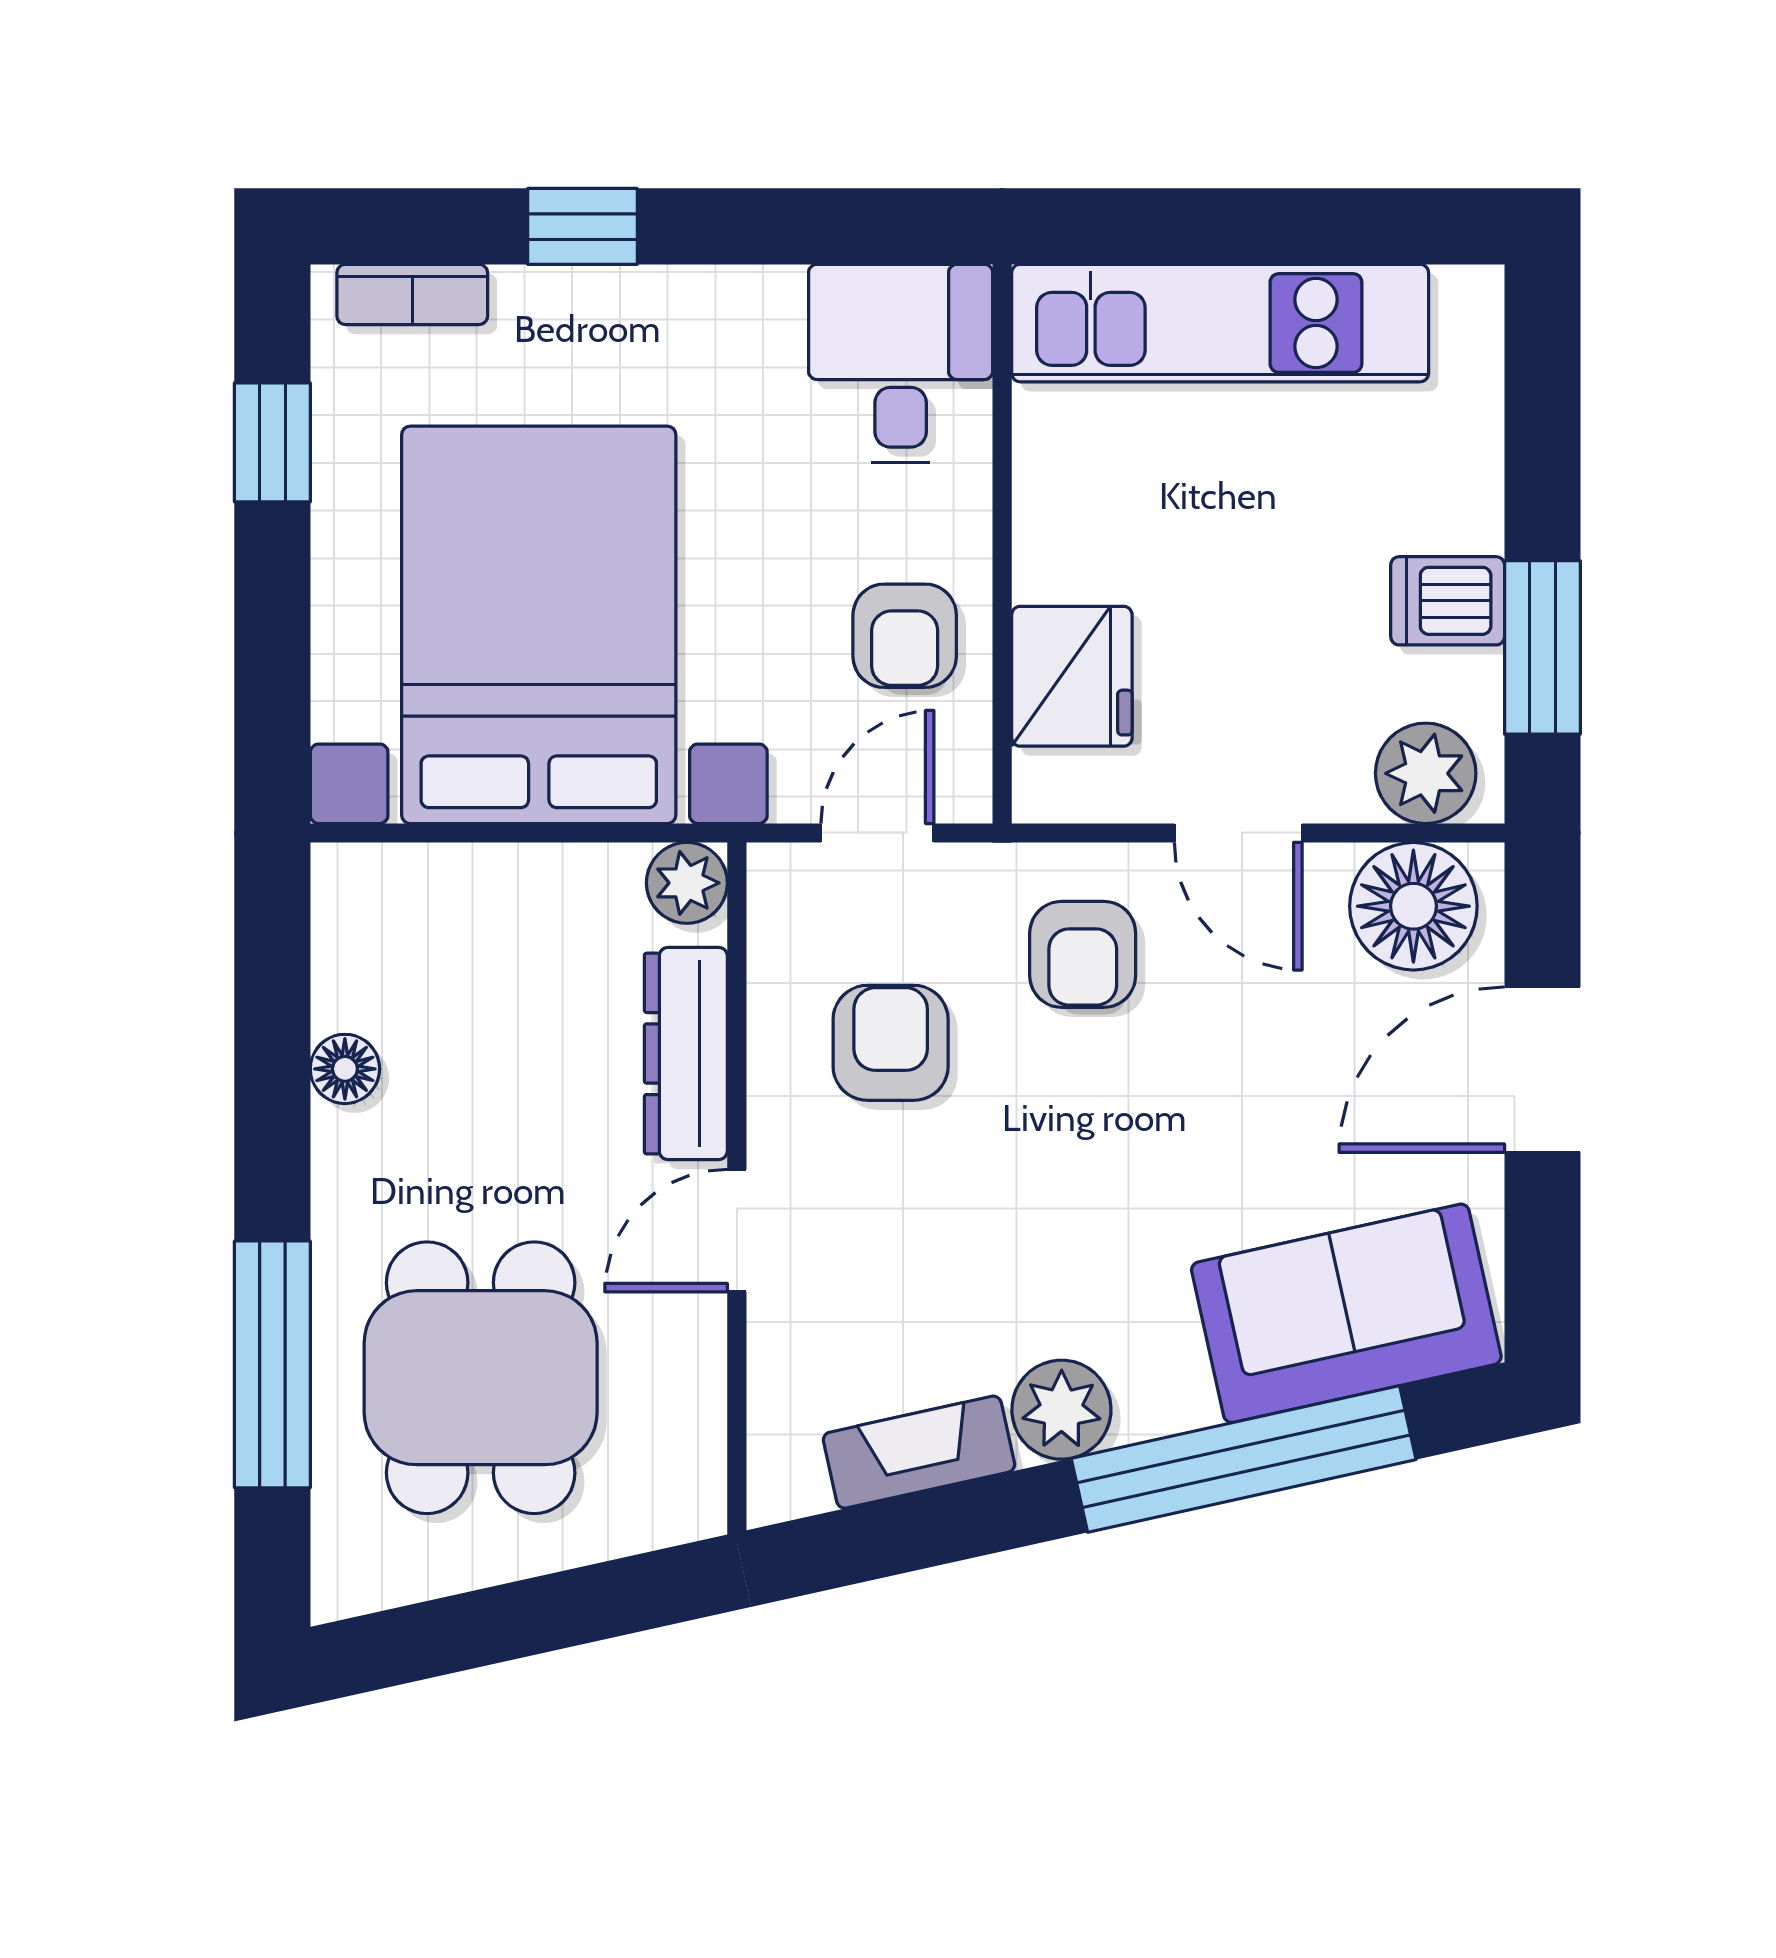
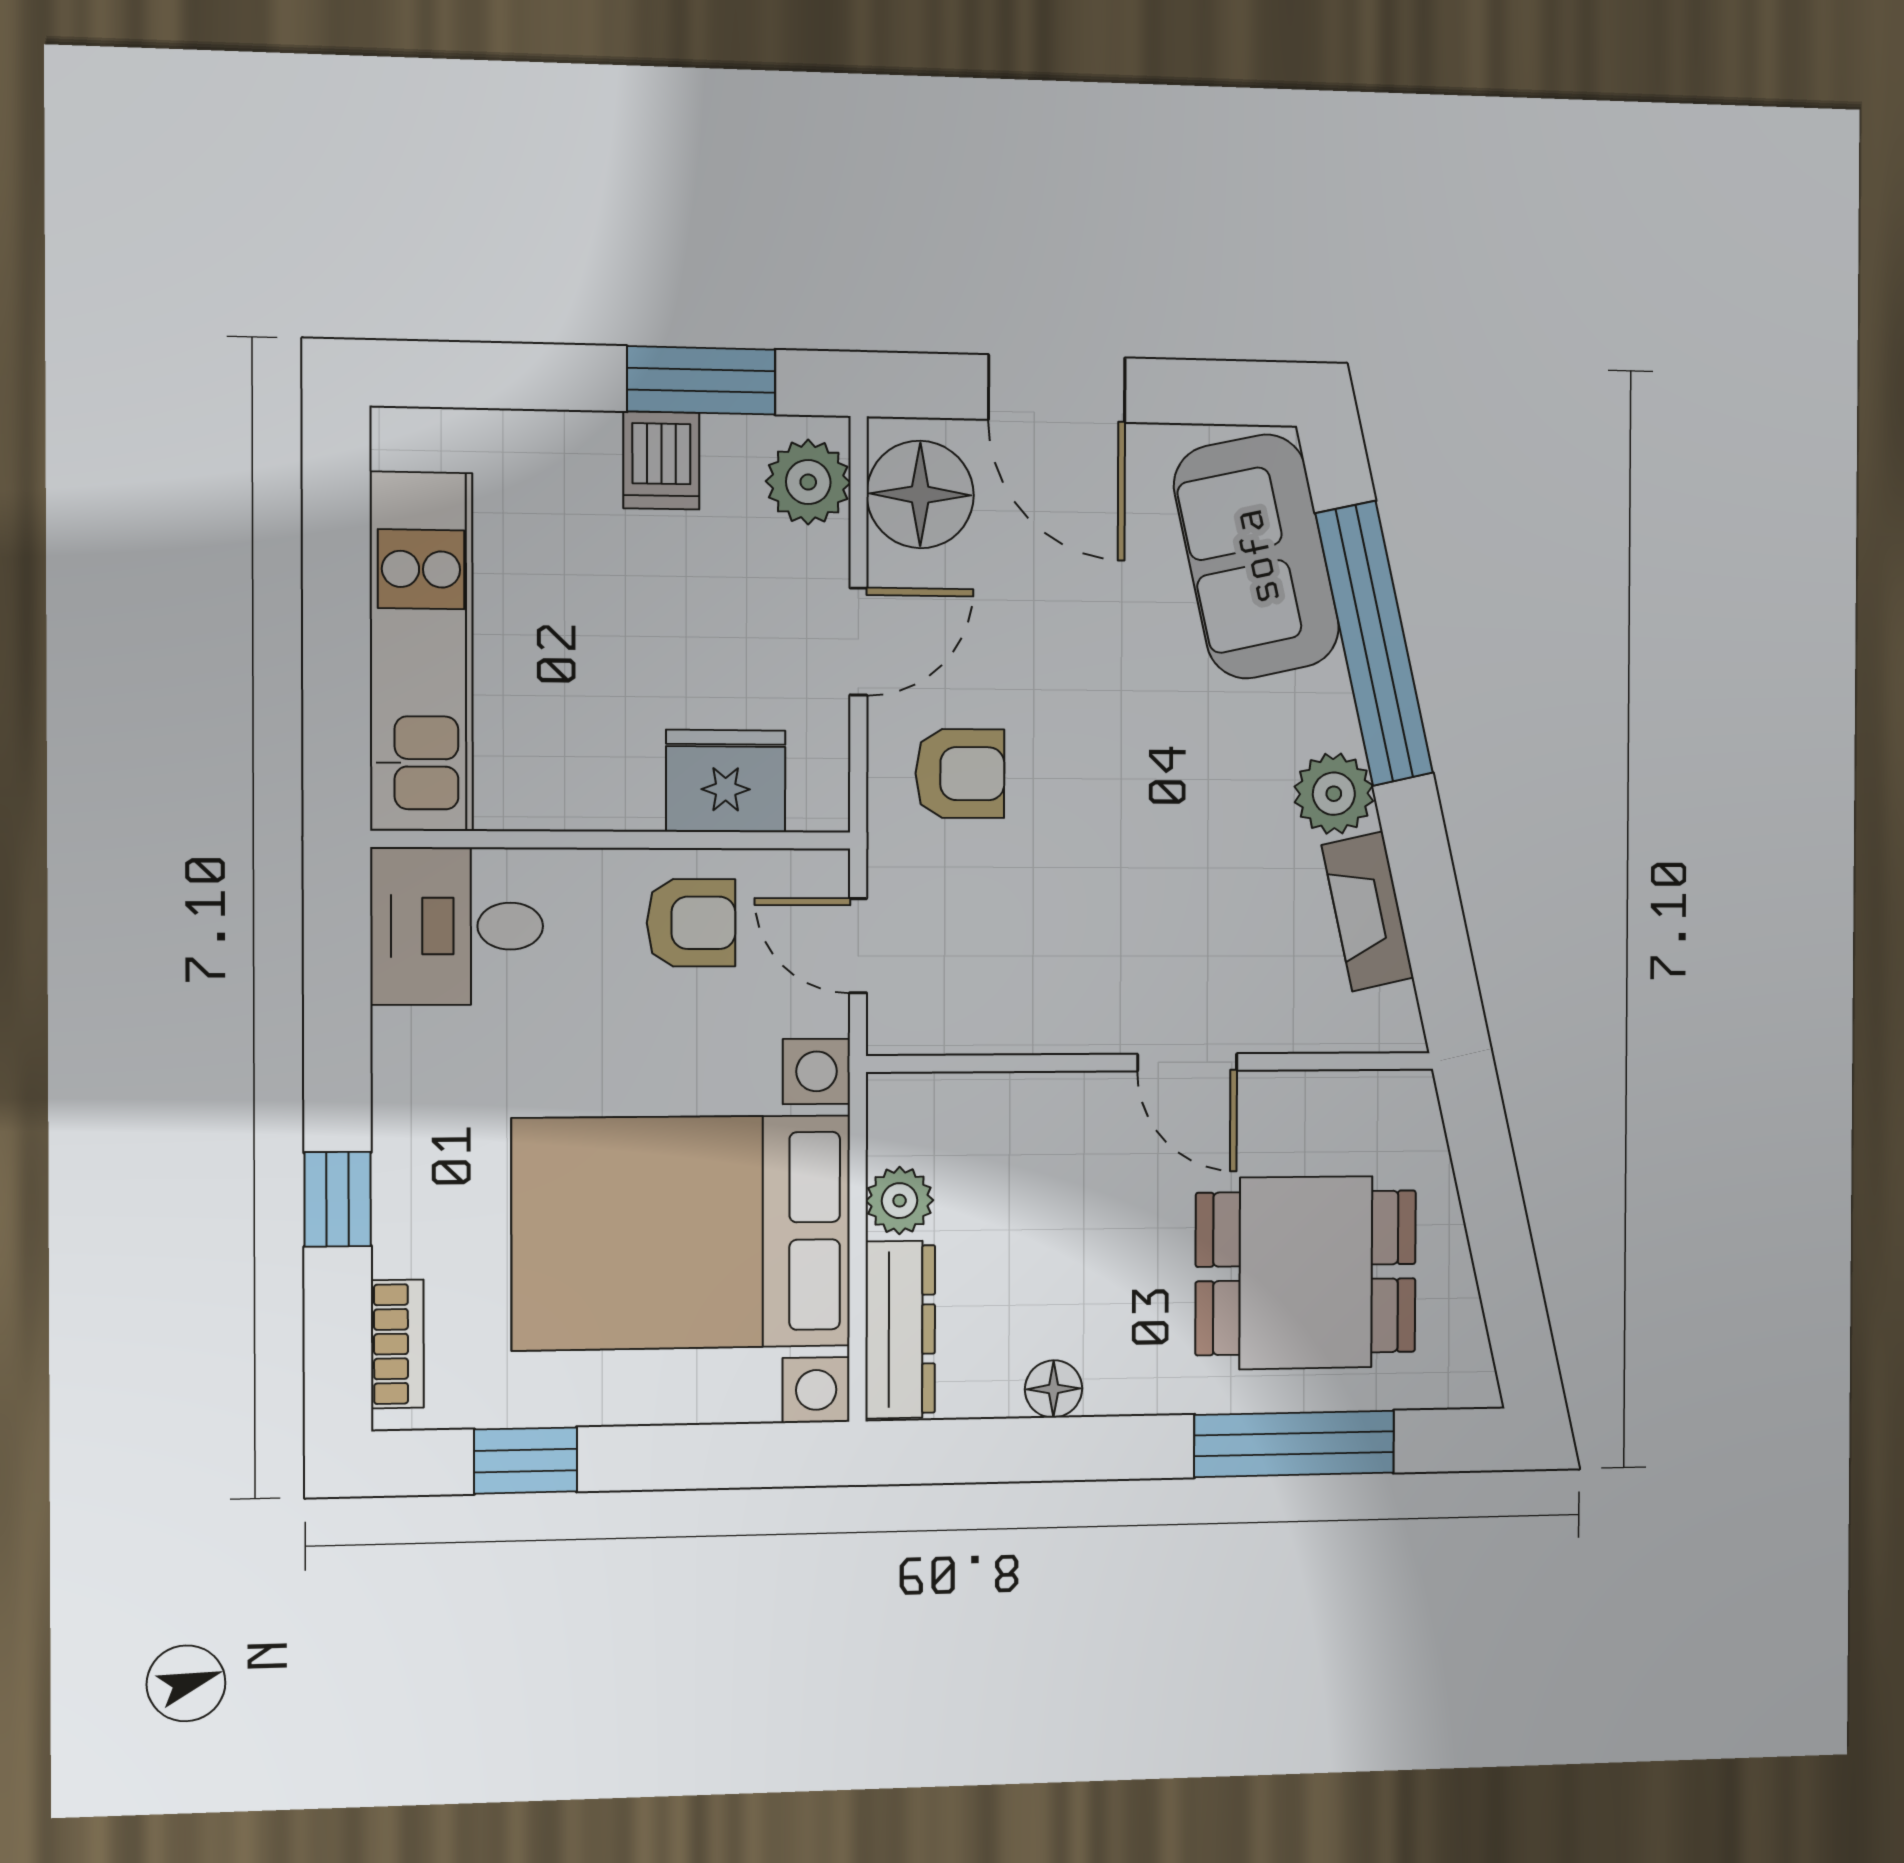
plant: (687, 883) -> (900, 1201), moved
armchair: (891, 1043) -> (1033, 935), removed
dresser: (686, 1054) -> (900, 1329), moved, turned -90

